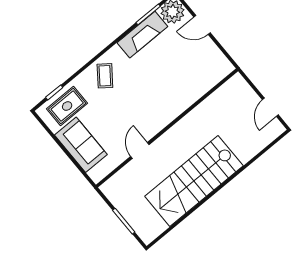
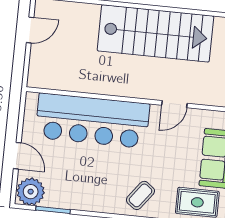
fireplace: (142, 35) -> (75, 198), removed
bar counter: (179, 91) -> (92, 121), added

